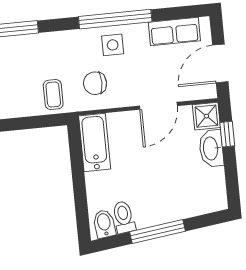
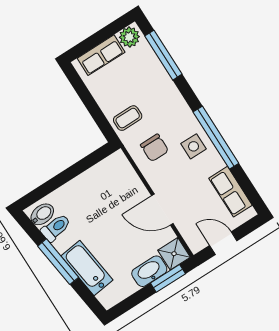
door: (220, 63) -> (223, 243), width x0.73
chair: (95, 83) -> (154, 148), turned 180
window: (227, 134) -> (168, 278), width x1.50
bathtub: (95, 142) -> (87, 268), moved, turned -97

